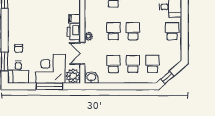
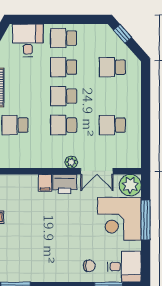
school desk: (133, 64) -> (64, 67), moved
washbasin: (91, 77) -> (132, 158), removed
window: (167, 78) -> (122, 34), moved

